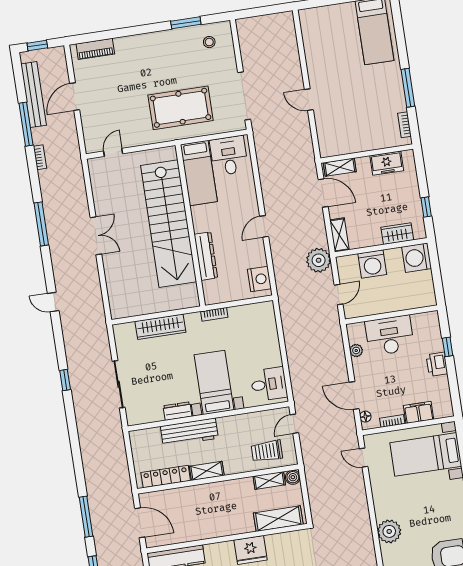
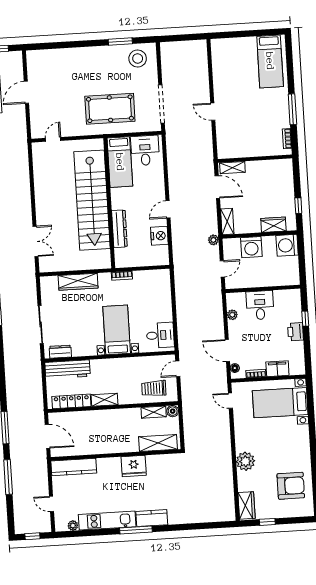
stool: (209, 42) -> (138, 59), width x1.89, depth x1.89
piano: (95, 49) -> (46, 56), removed
freezer: (387, 163) -> (270, 168), removed
double door: (96, 236) -> (36, 241), moved
plant: (319, 260) -> (213, 240), width x0.53, depth x0.53
nightstand: (259, 279) -> (159, 236), moved
desk: (390, 335) -> (260, 305), width x0.73
dresser: (178, 411) -> (60, 352), moved
workbench: (189, 432) -> (68, 369), moved

